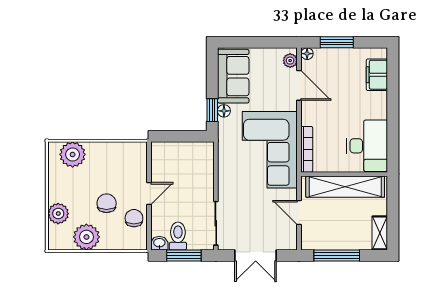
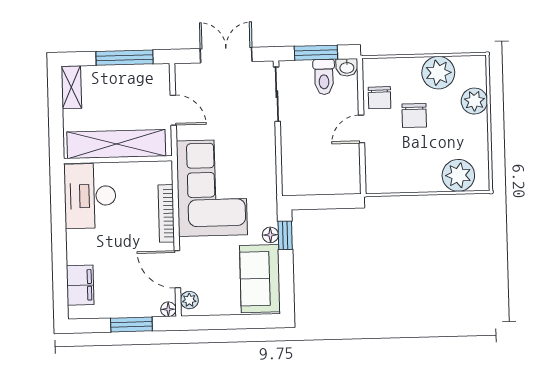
bookcase: (307, 149) -> (166, 213), moved

